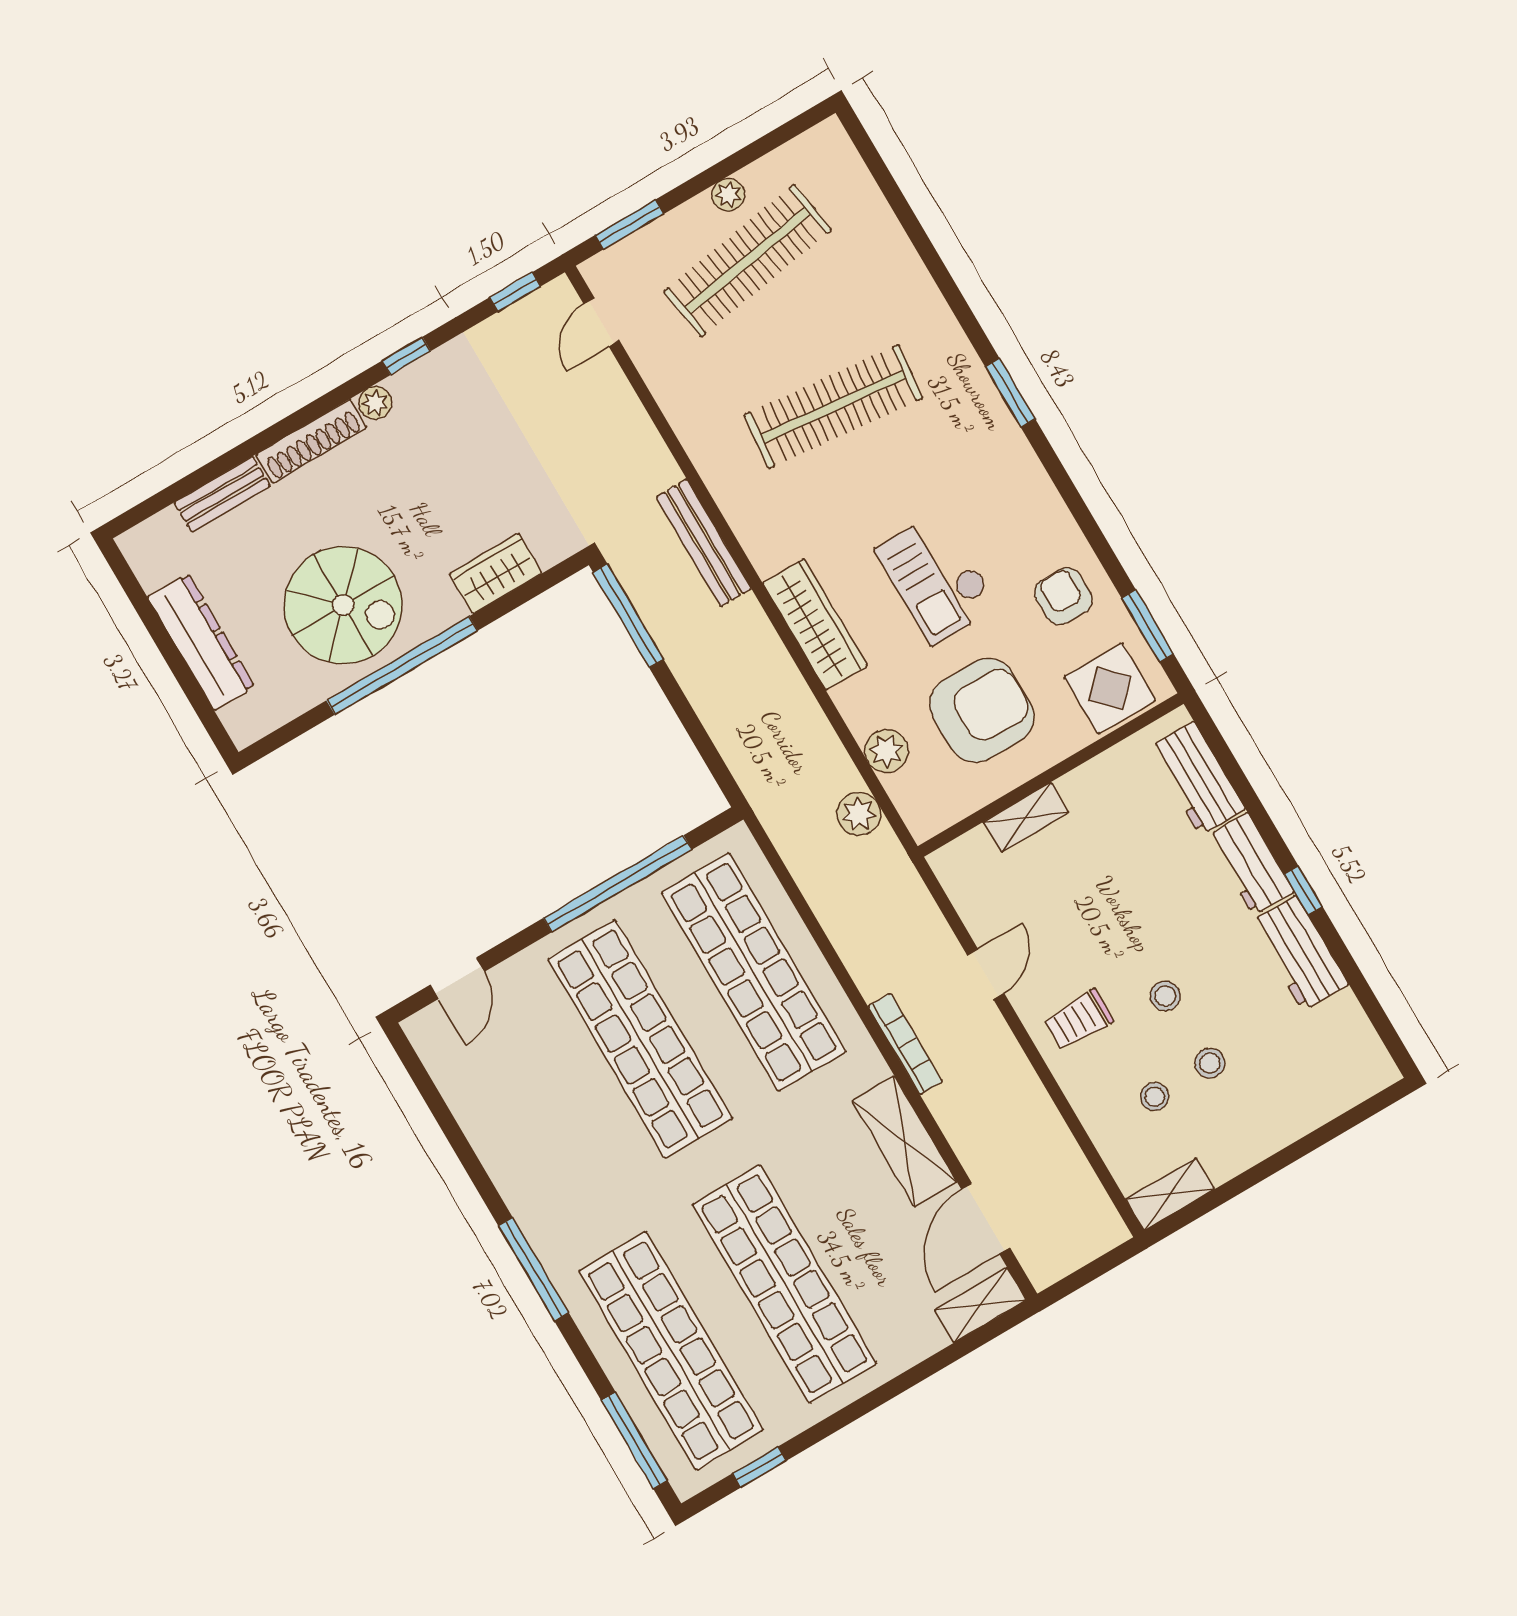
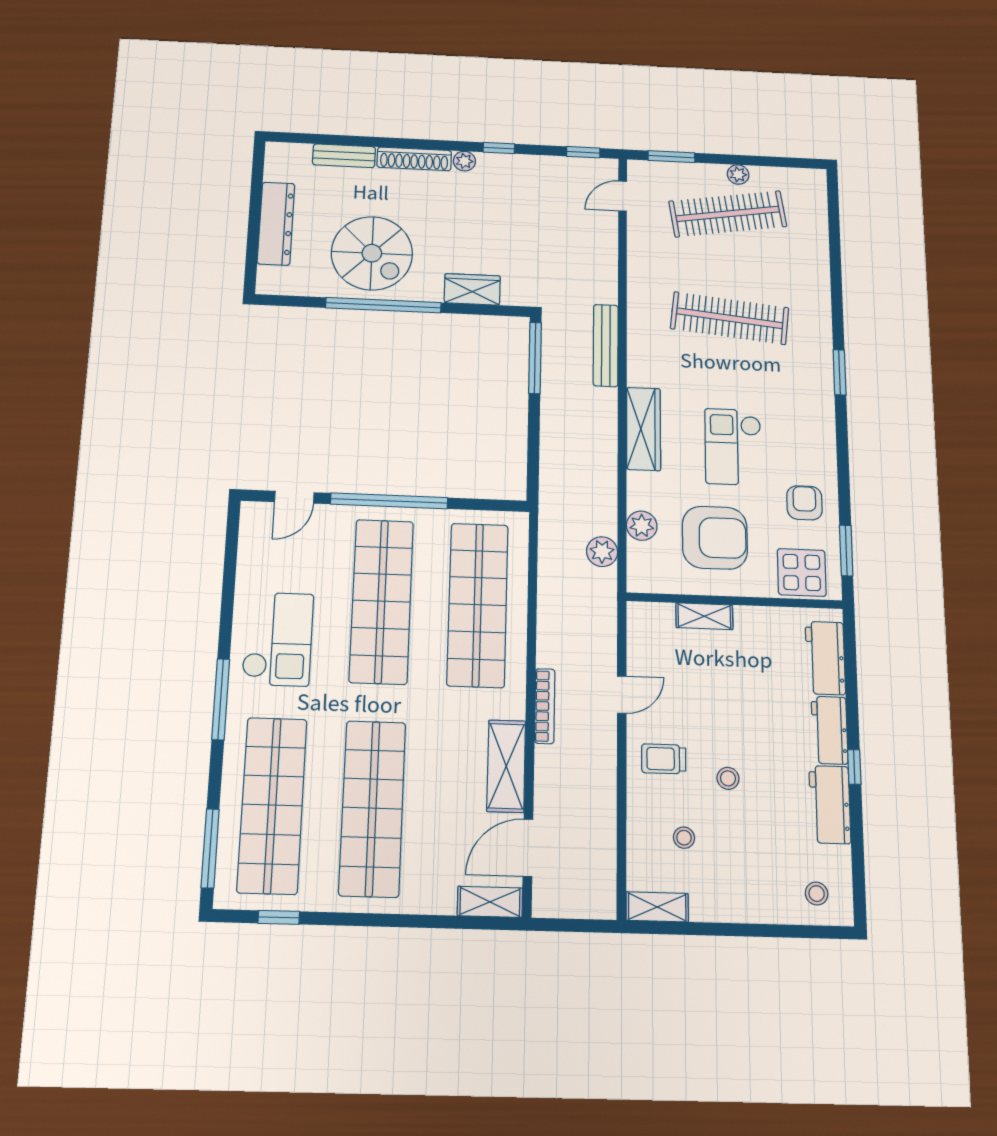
window: (618, 884) -> (389, 501), moved
stool: (1210, 1063) -> (817, 894), moved
checkout: (551, 1159) -> (278, 639), added

